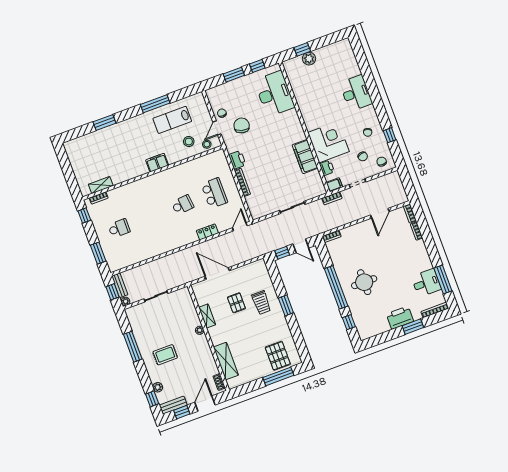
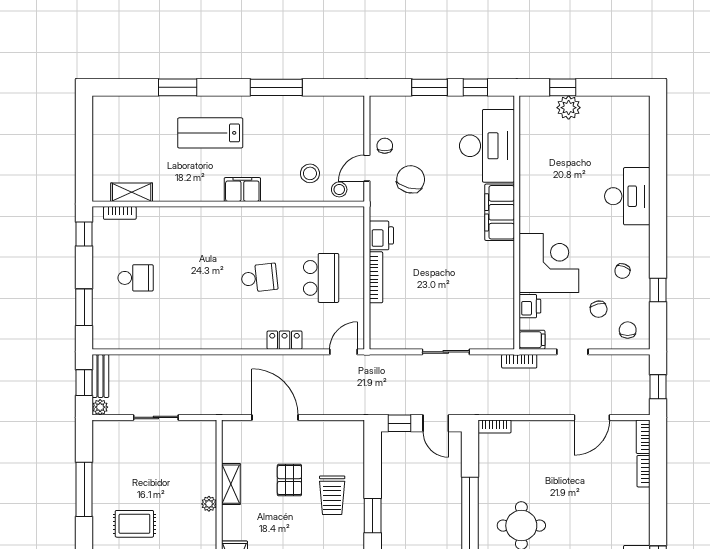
lab bench: (172, 120) -> (210, 133), moved
filing cabinet: (305, 157) -> (500, 212), moved
window: (408, 185) -> (658, 387), added

